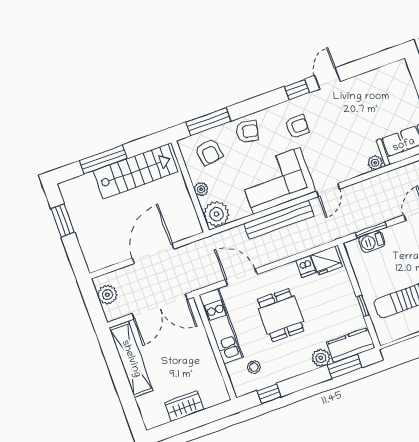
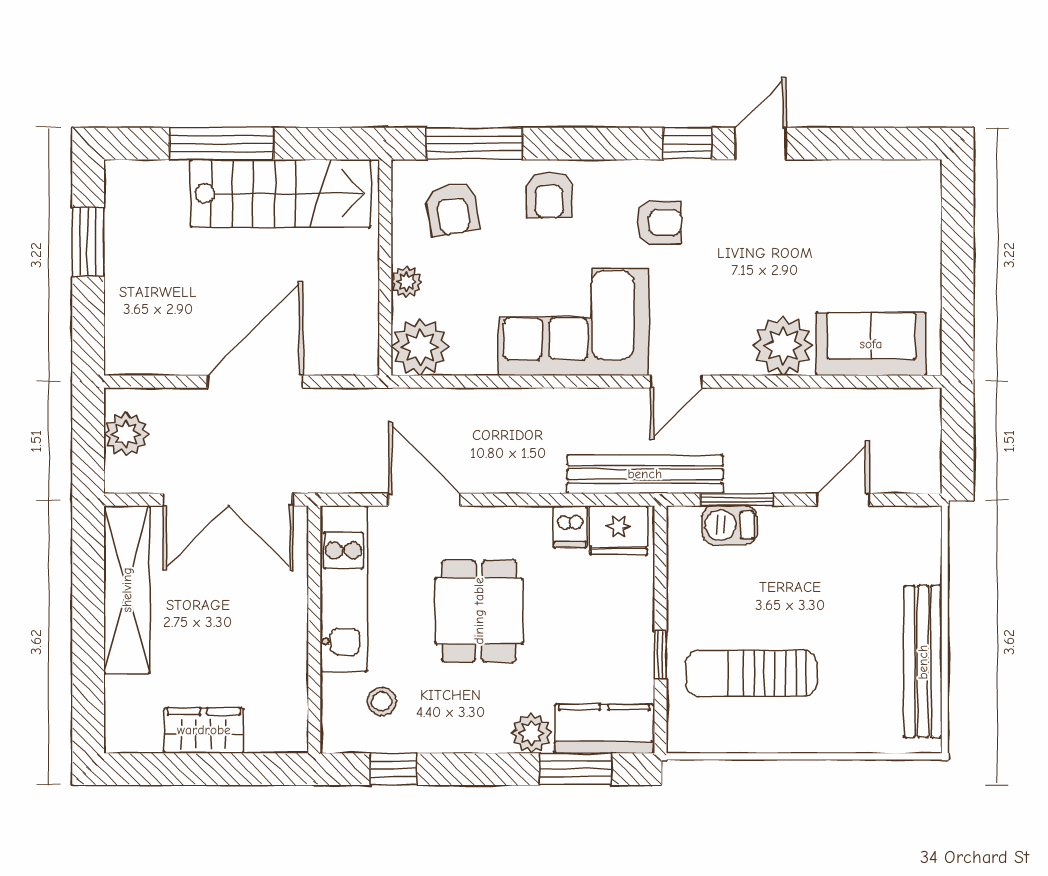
armchair: (247, 132) -> (549, 195), turned 78
plant: (375, 163) -> (783, 346), width x1.88, depth x1.88
bench: (279, 220) -> (645, 474), moved

